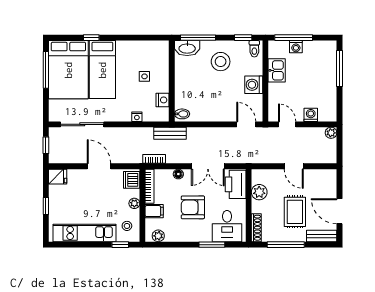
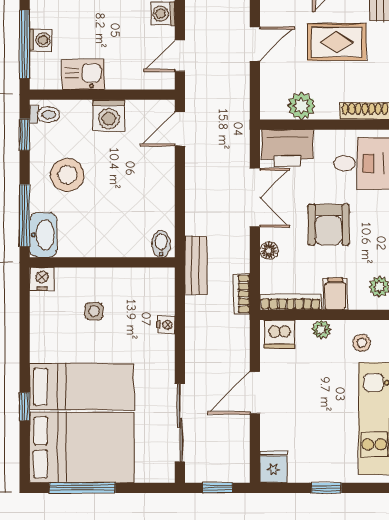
nightstand: (163, 100) -> (42, 279), moved

